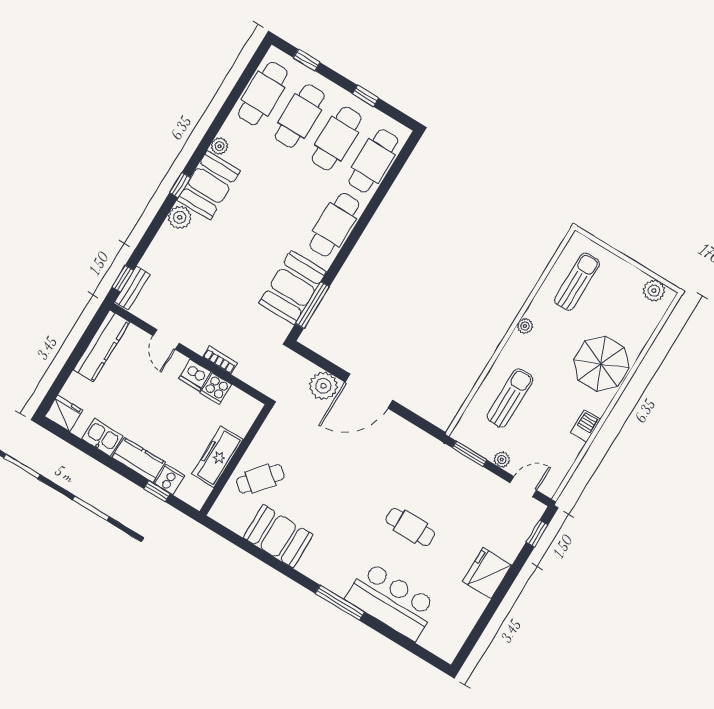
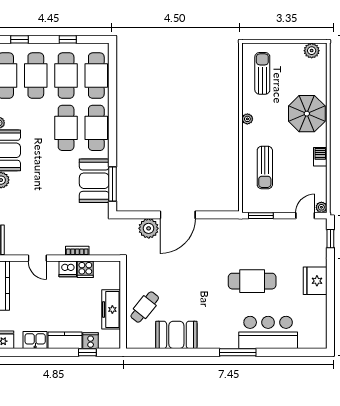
cafe table: (298, 202) -> (66, 128), added
sun lounger: (510, 398) -> (265, 168), turned 180
plant: (502, 460) -> (321, 207), moved
cafe table: (410, 527) -> (252, 281), width x1.37, depth x1.35

